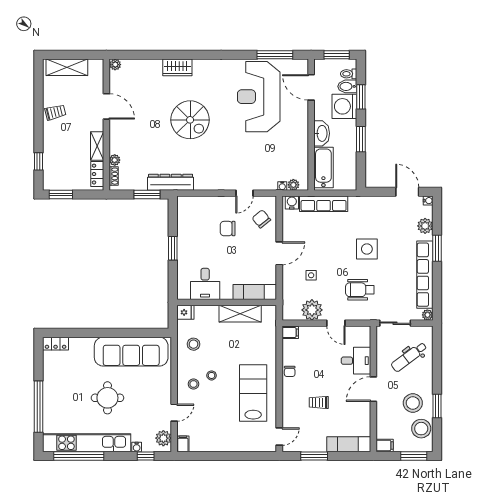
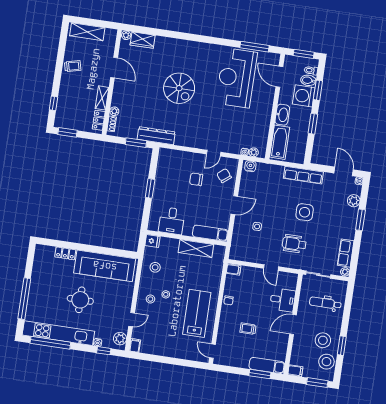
wardrobe: (177, 67) -> (143, 40), moved
row of seats: (324, 204) -> (303, 175), moved
row of seats: (425, 275) -> (346, 253), width x0.50
plant: (312, 310) -> (254, 254), removed
locker: (56, 344) -> (65, 253), moved
dental chair: (409, 357) -> (325, 303), turned 37
door: (279, 437) -> (212, 351), swing flipped
window: (314, 456) -> (260, 374), moved

